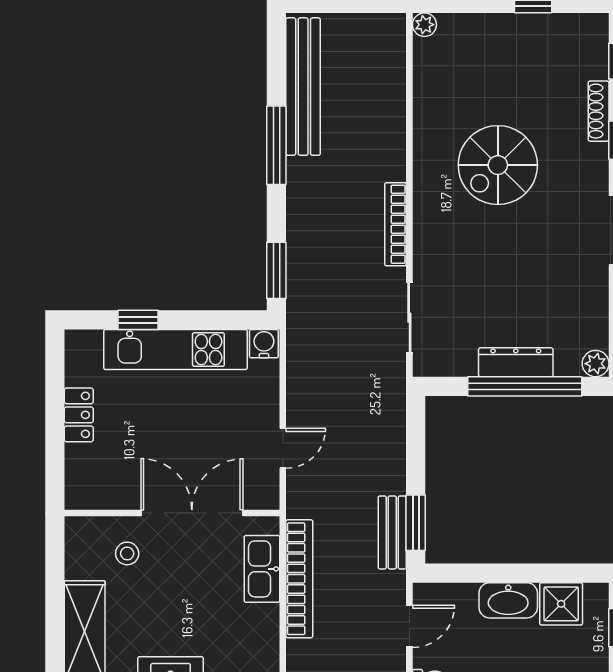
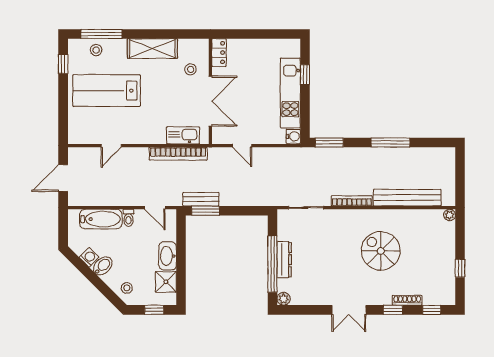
bench: (303, 87) -> (407, 198), moved
locker: (79, 415) -> (219, 53), moved, turned -90

